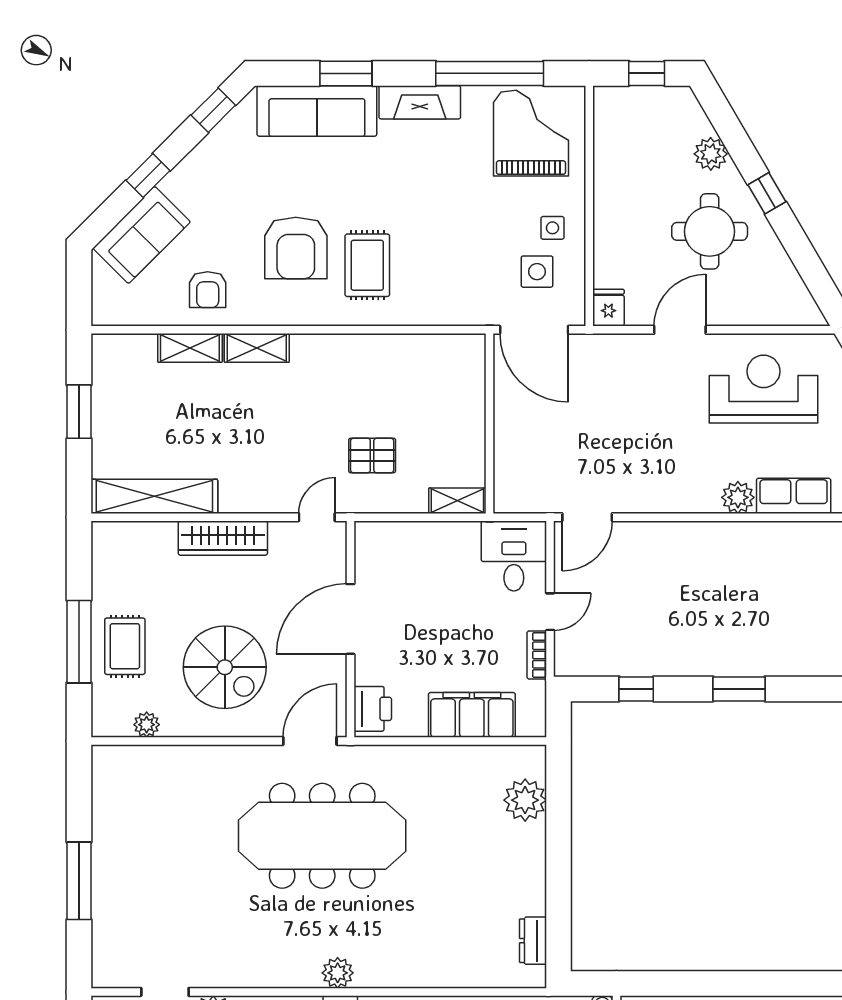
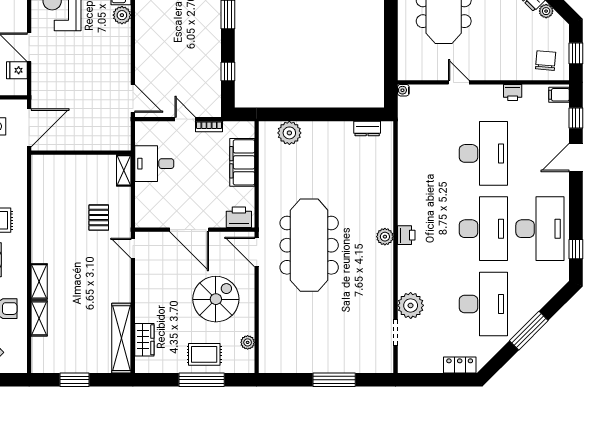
fridge: (608, 308) -> (17, 70), moved
wardrobe: (223, 538) -> (144, 340), moved, width x0.67
desk: (514, 556) -> (154, 164), moved

